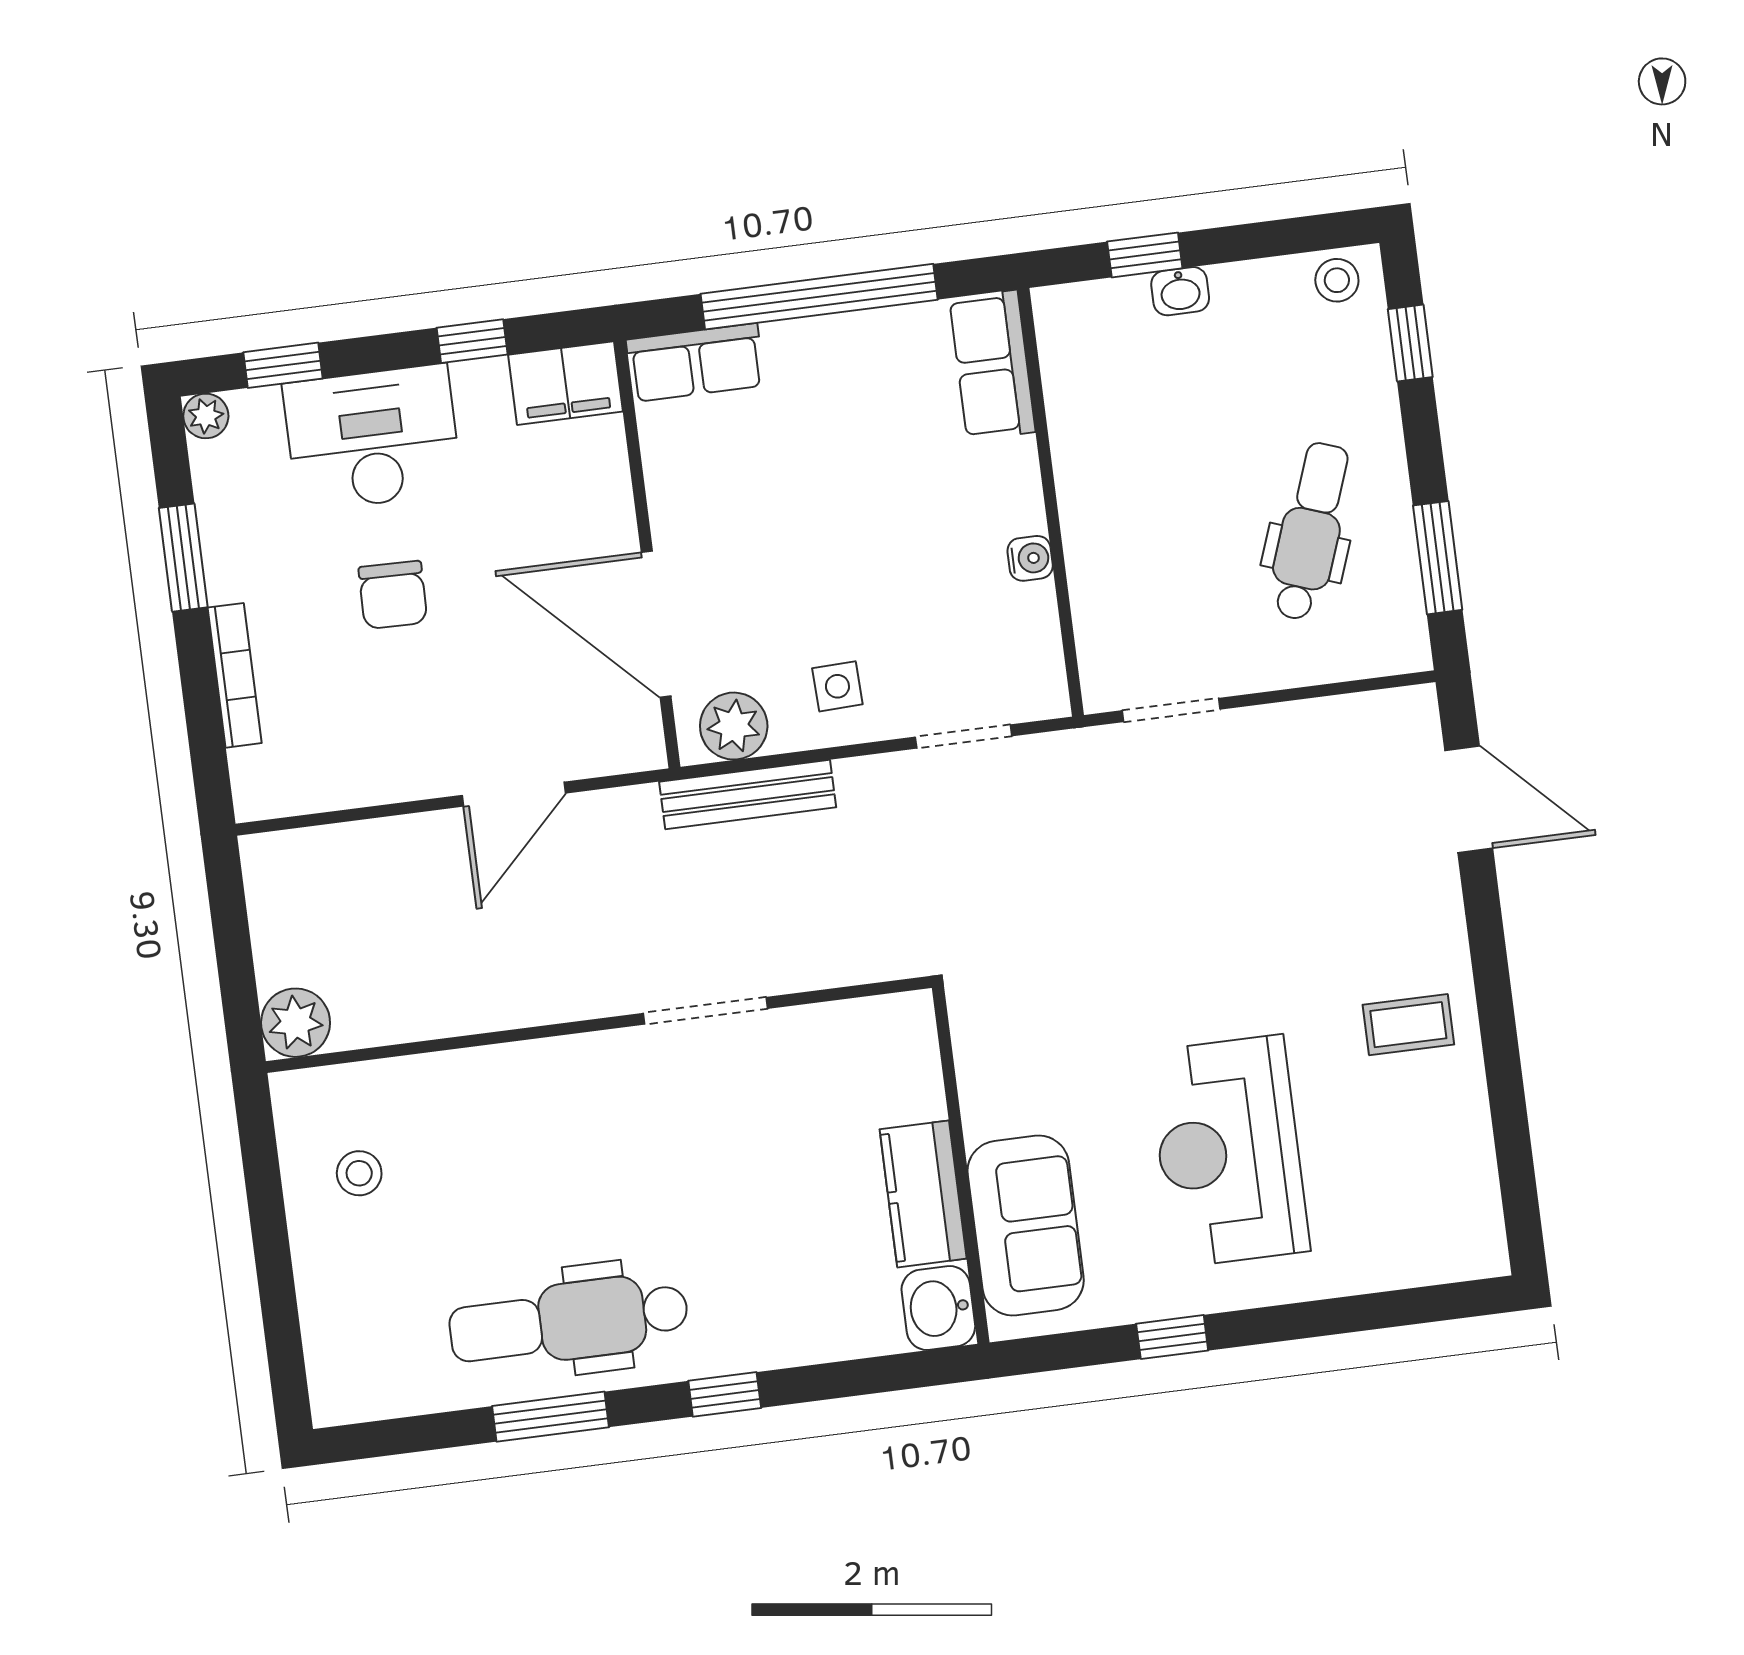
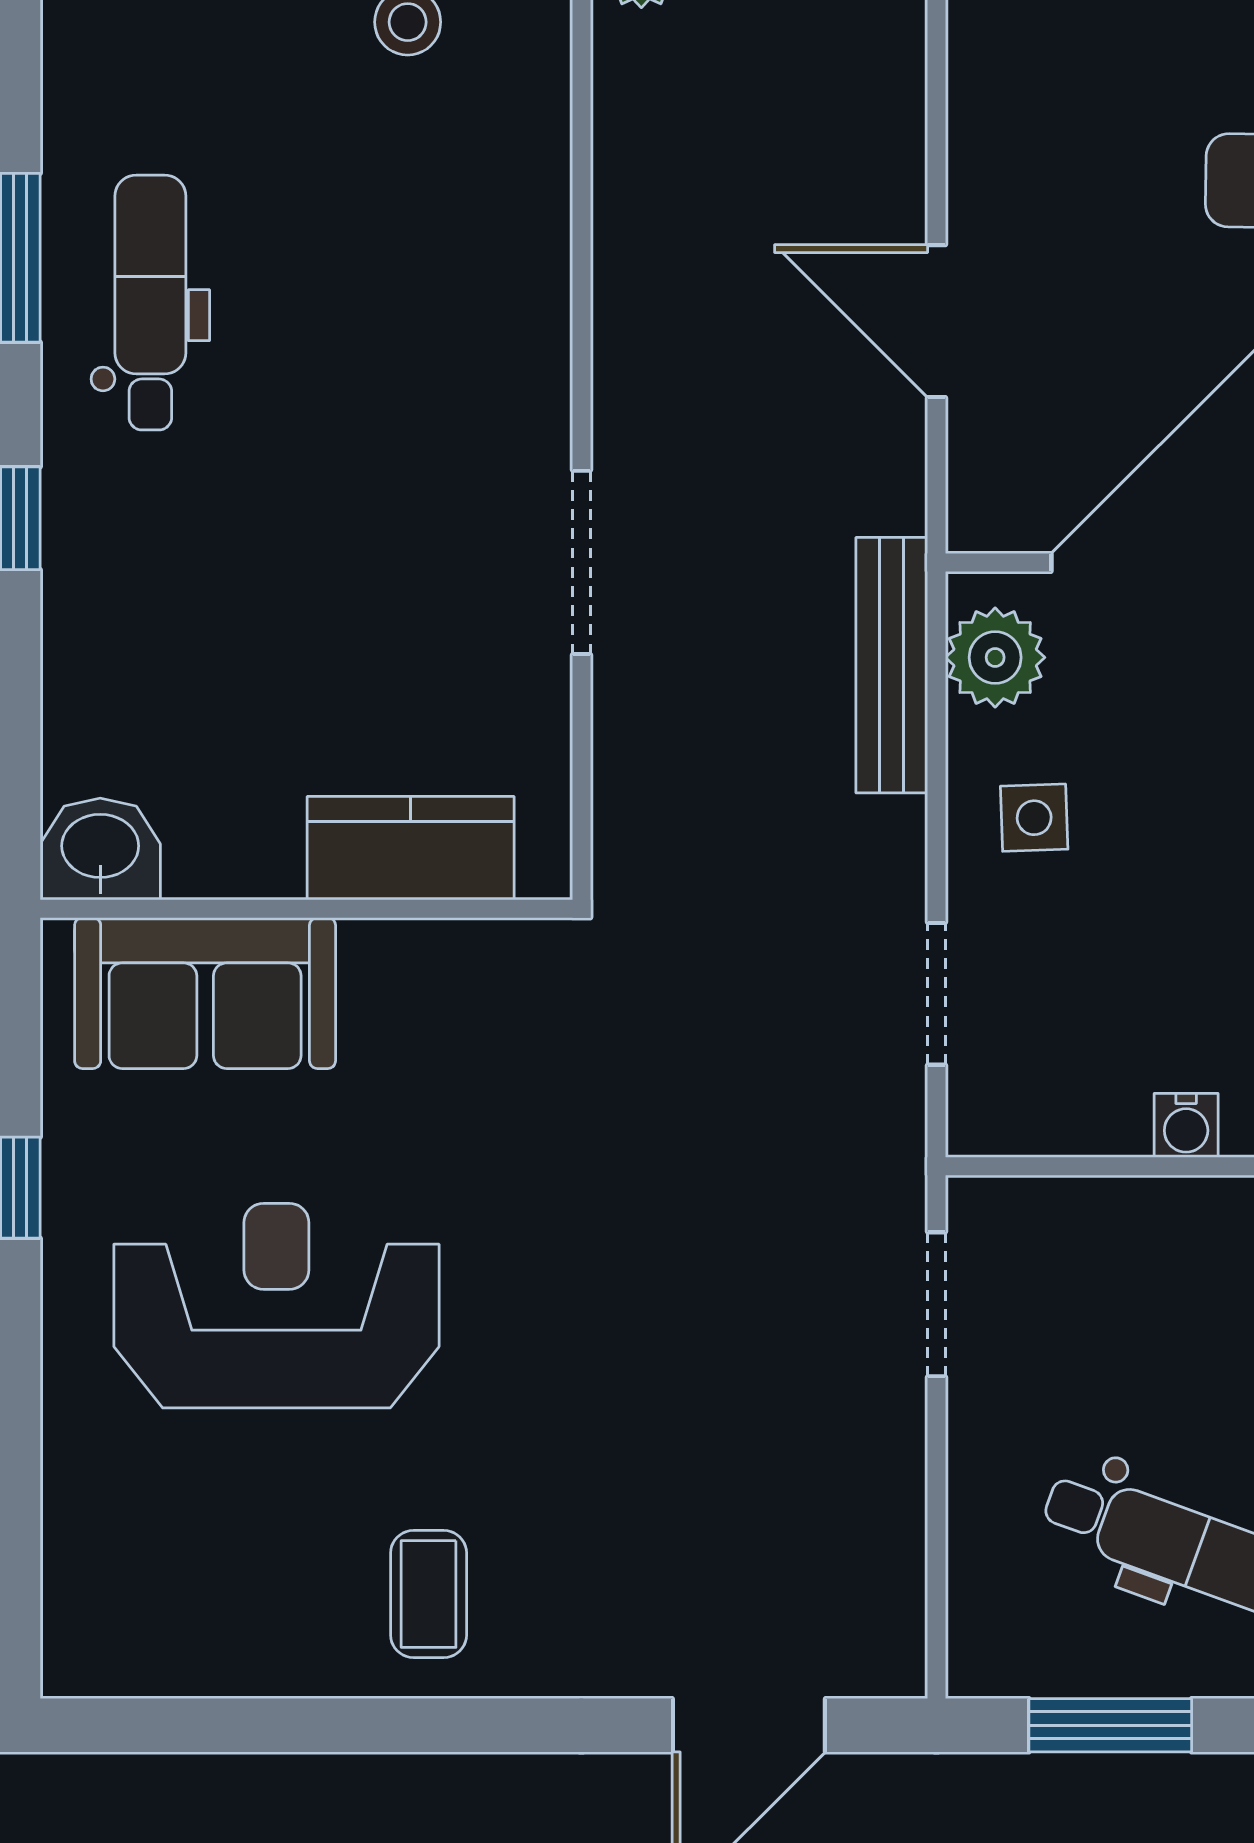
kitchen counter: (923, 1194) -> (411, 848), moved
dental chair: (569, 1321) -> (150, 302), width x0.73, depth x0.72

